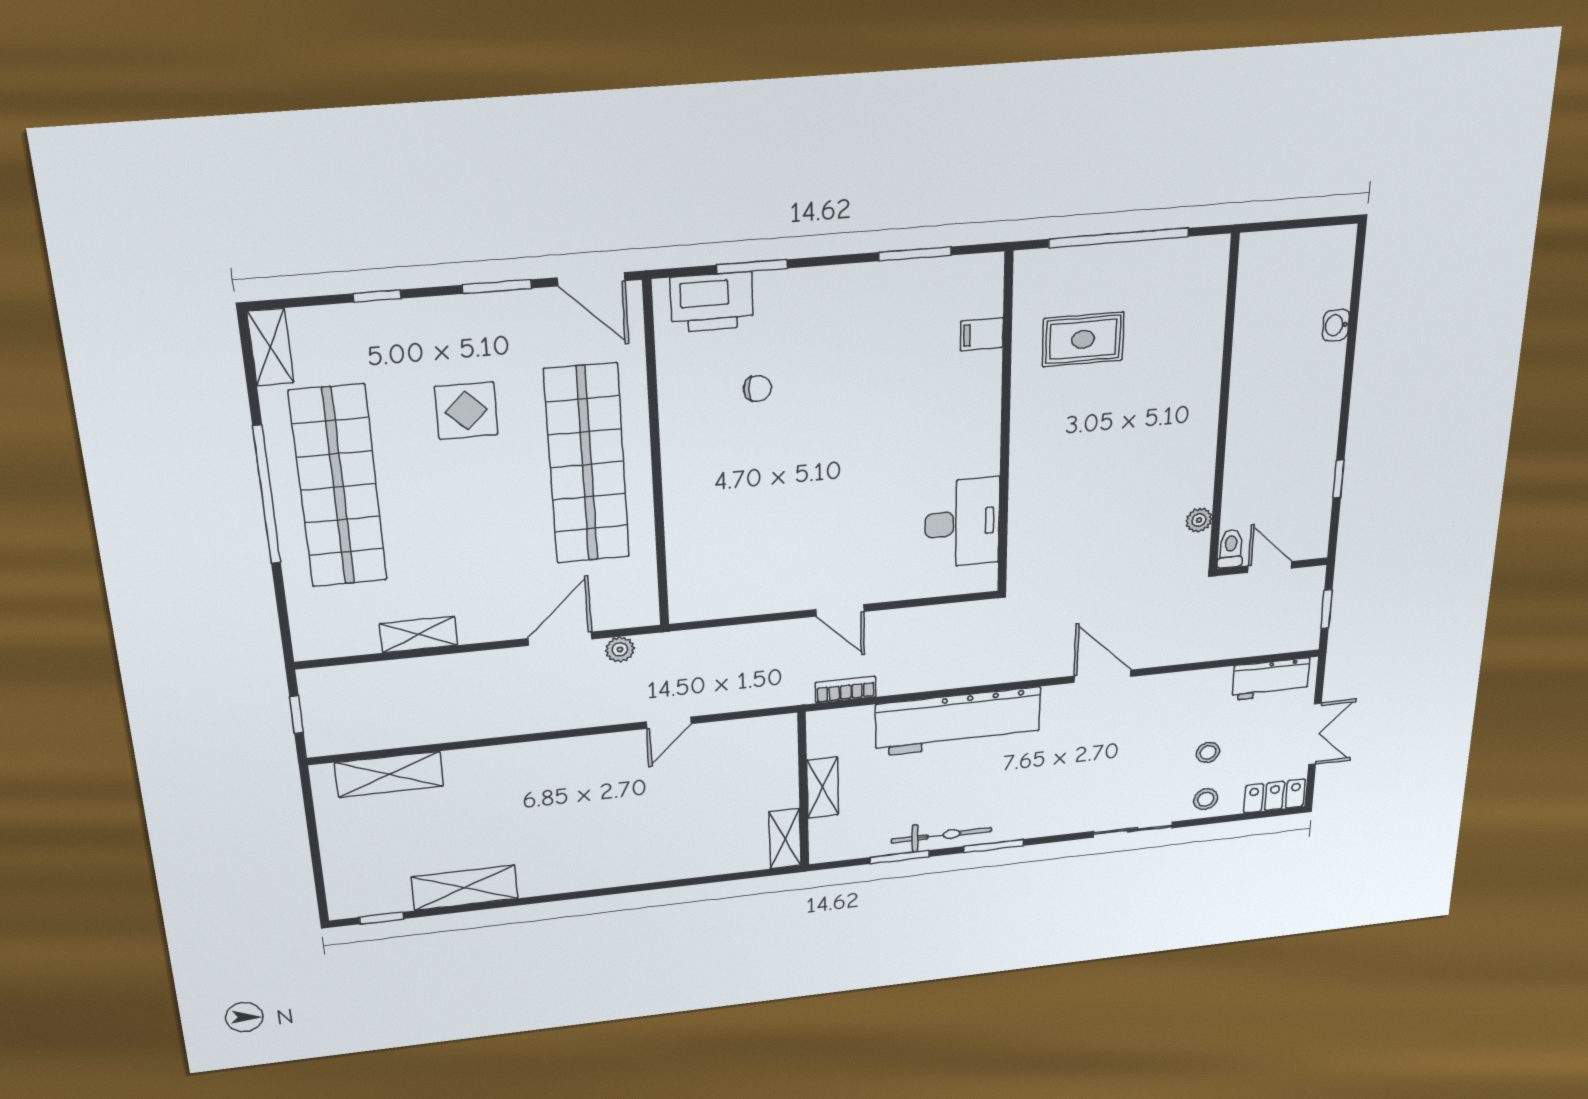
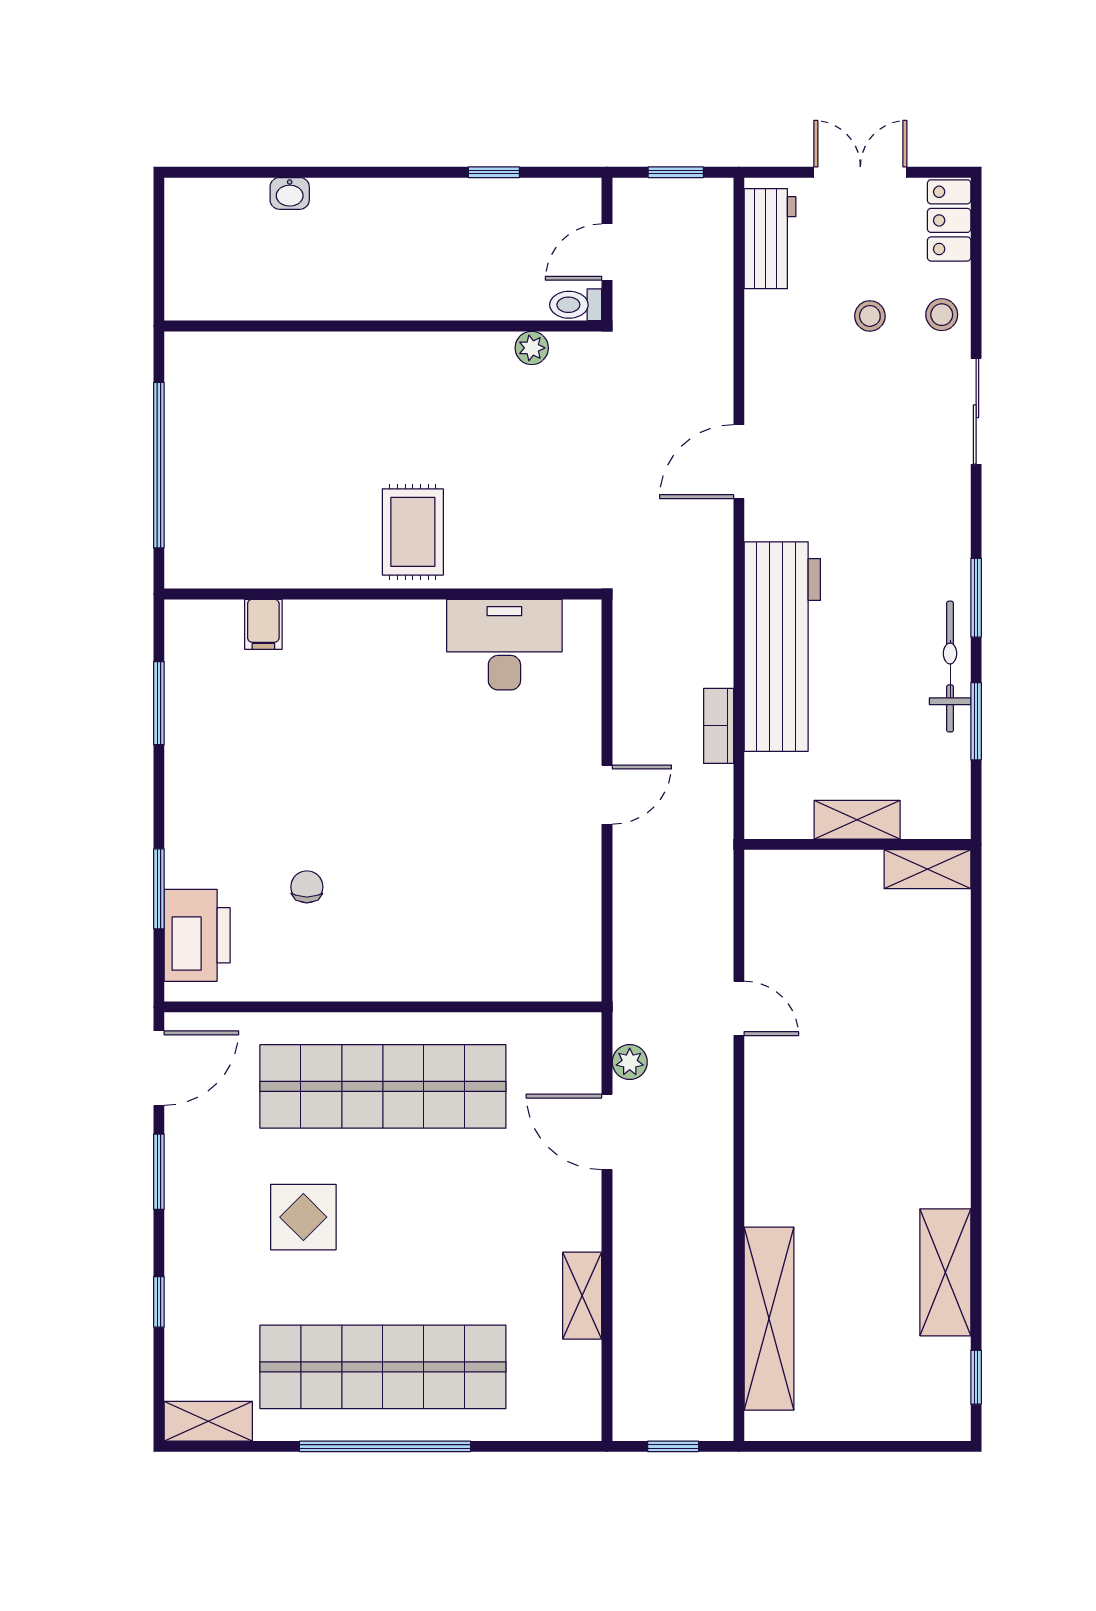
rug: (1083, 339) -> (413, 532), moved
bookcase: (846, 690) -> (719, 726), moved
shelving: (389, 774) -> (769, 1319), width x1.47

